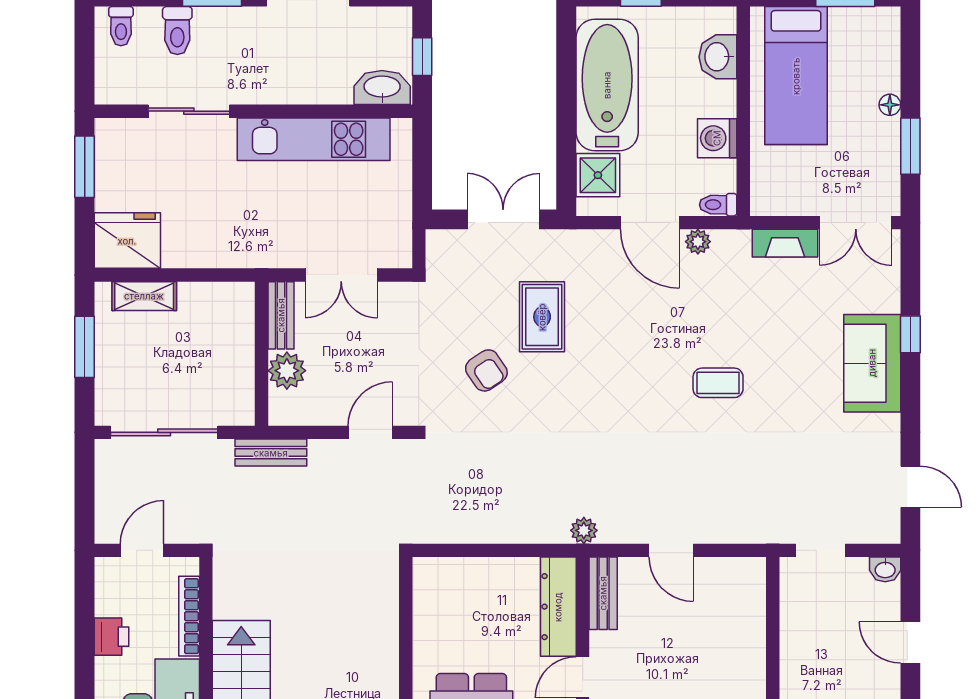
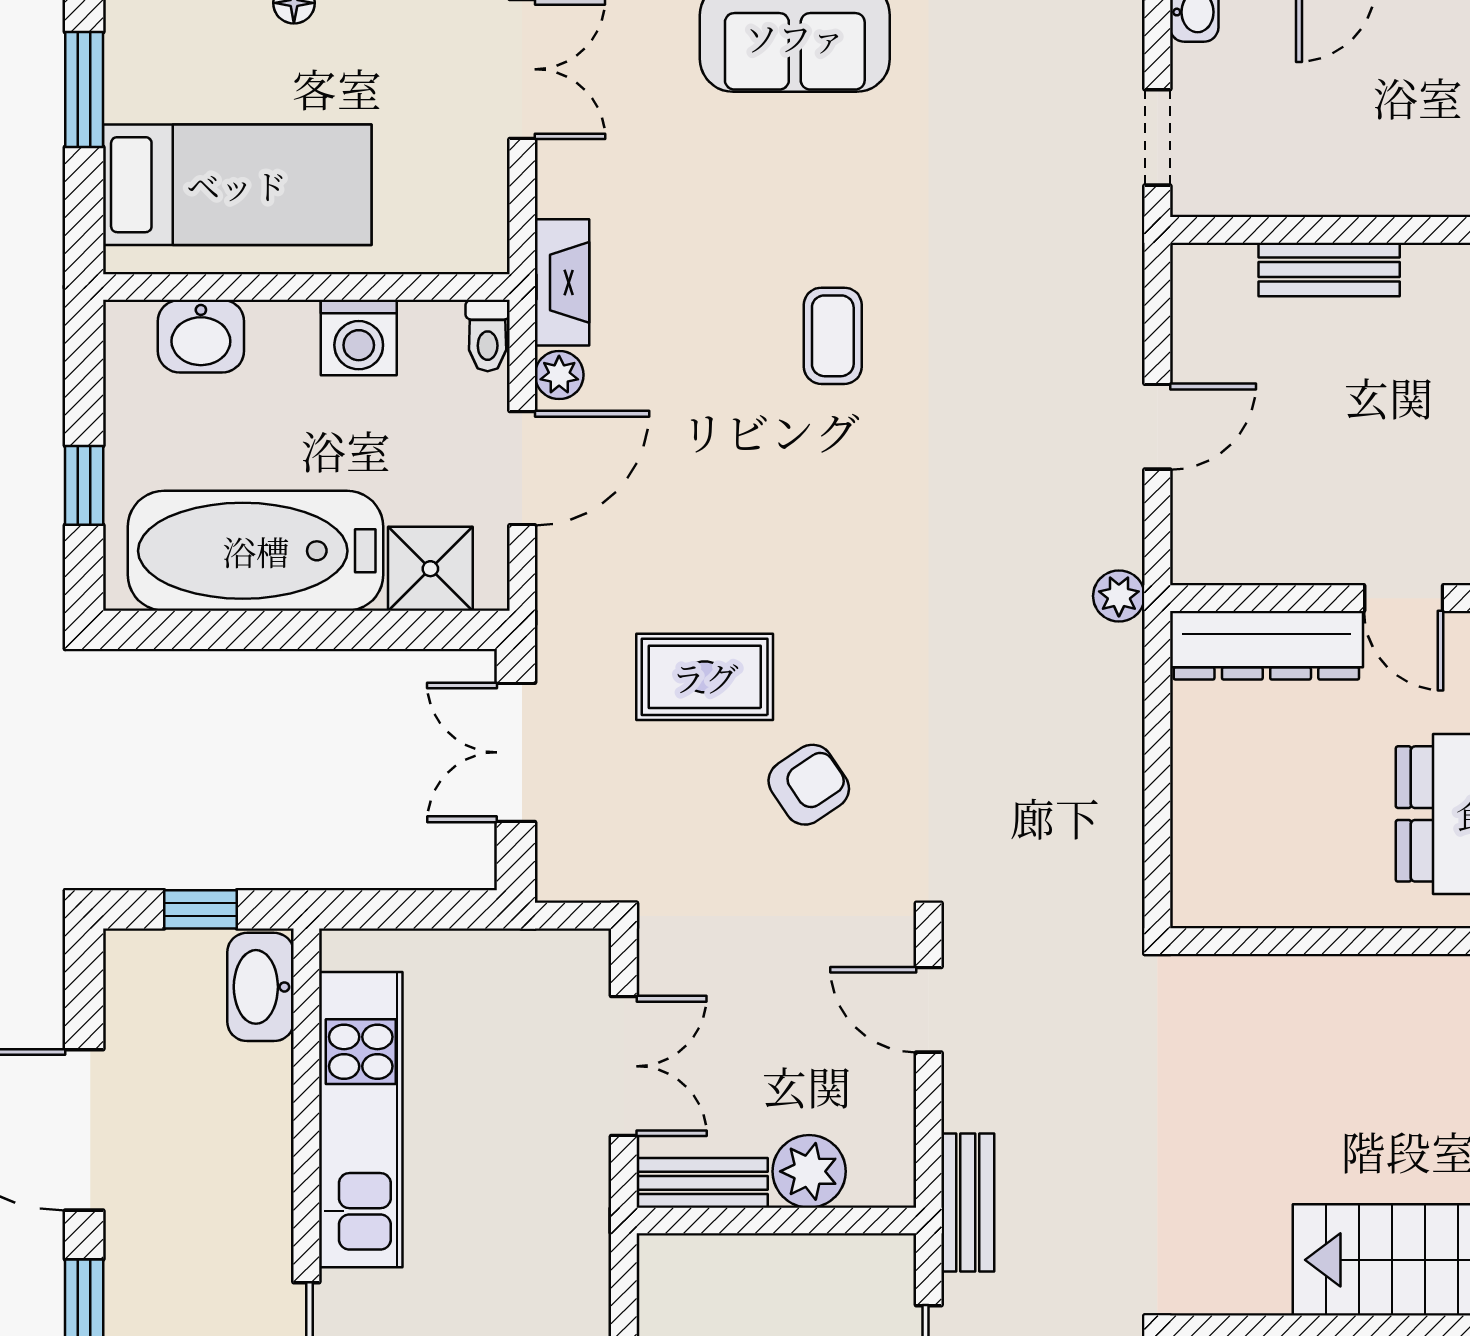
fireplace: (785, 243) -> (562, 282), moved
bench: (603, 593) -> (1329, 270), moved

